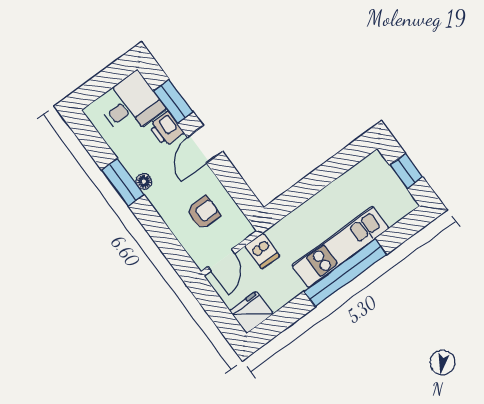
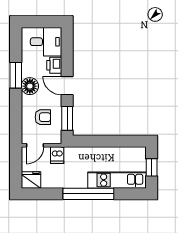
window: (173, 101) -> (67, 118), moved
door: (205, 144) -> (67, 86), hinge flipped
floor lamp: (144, 182) -> (30, 86), width x1.89, depth x1.89
kitchen unit: (340, 247) -> (117, 180), moved

